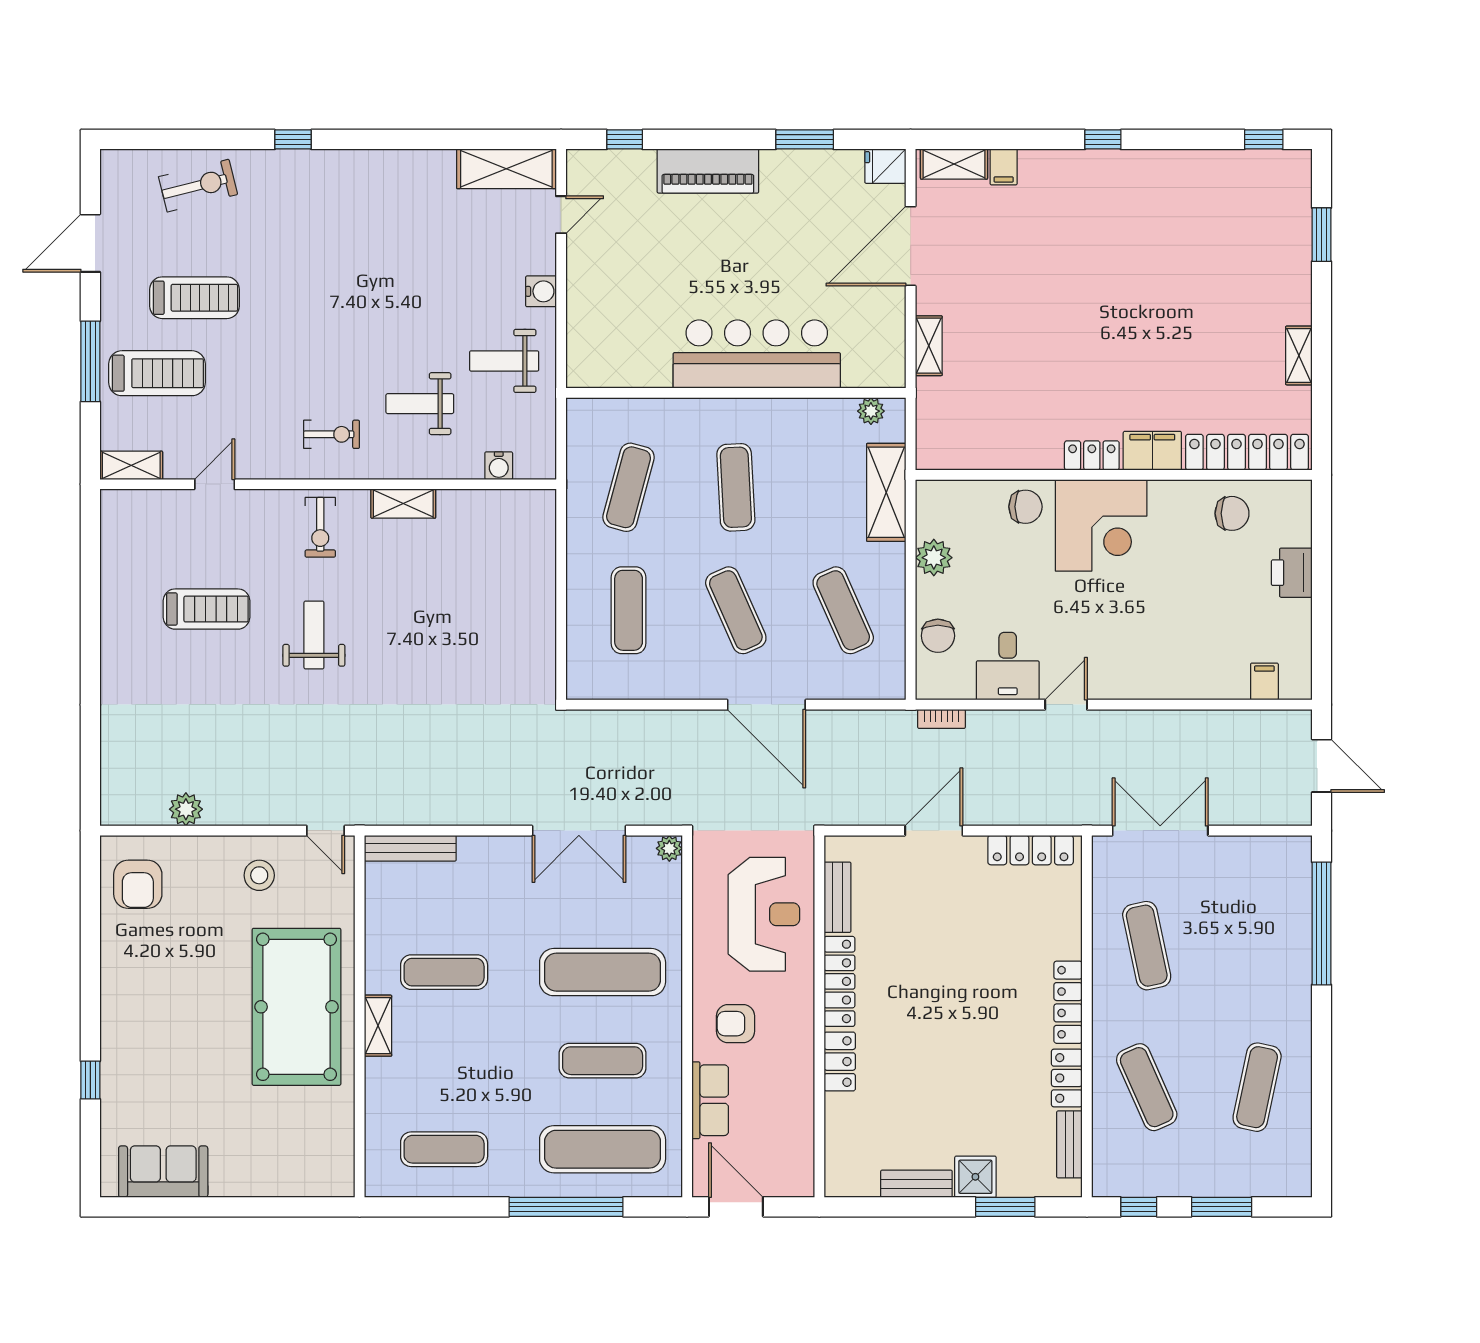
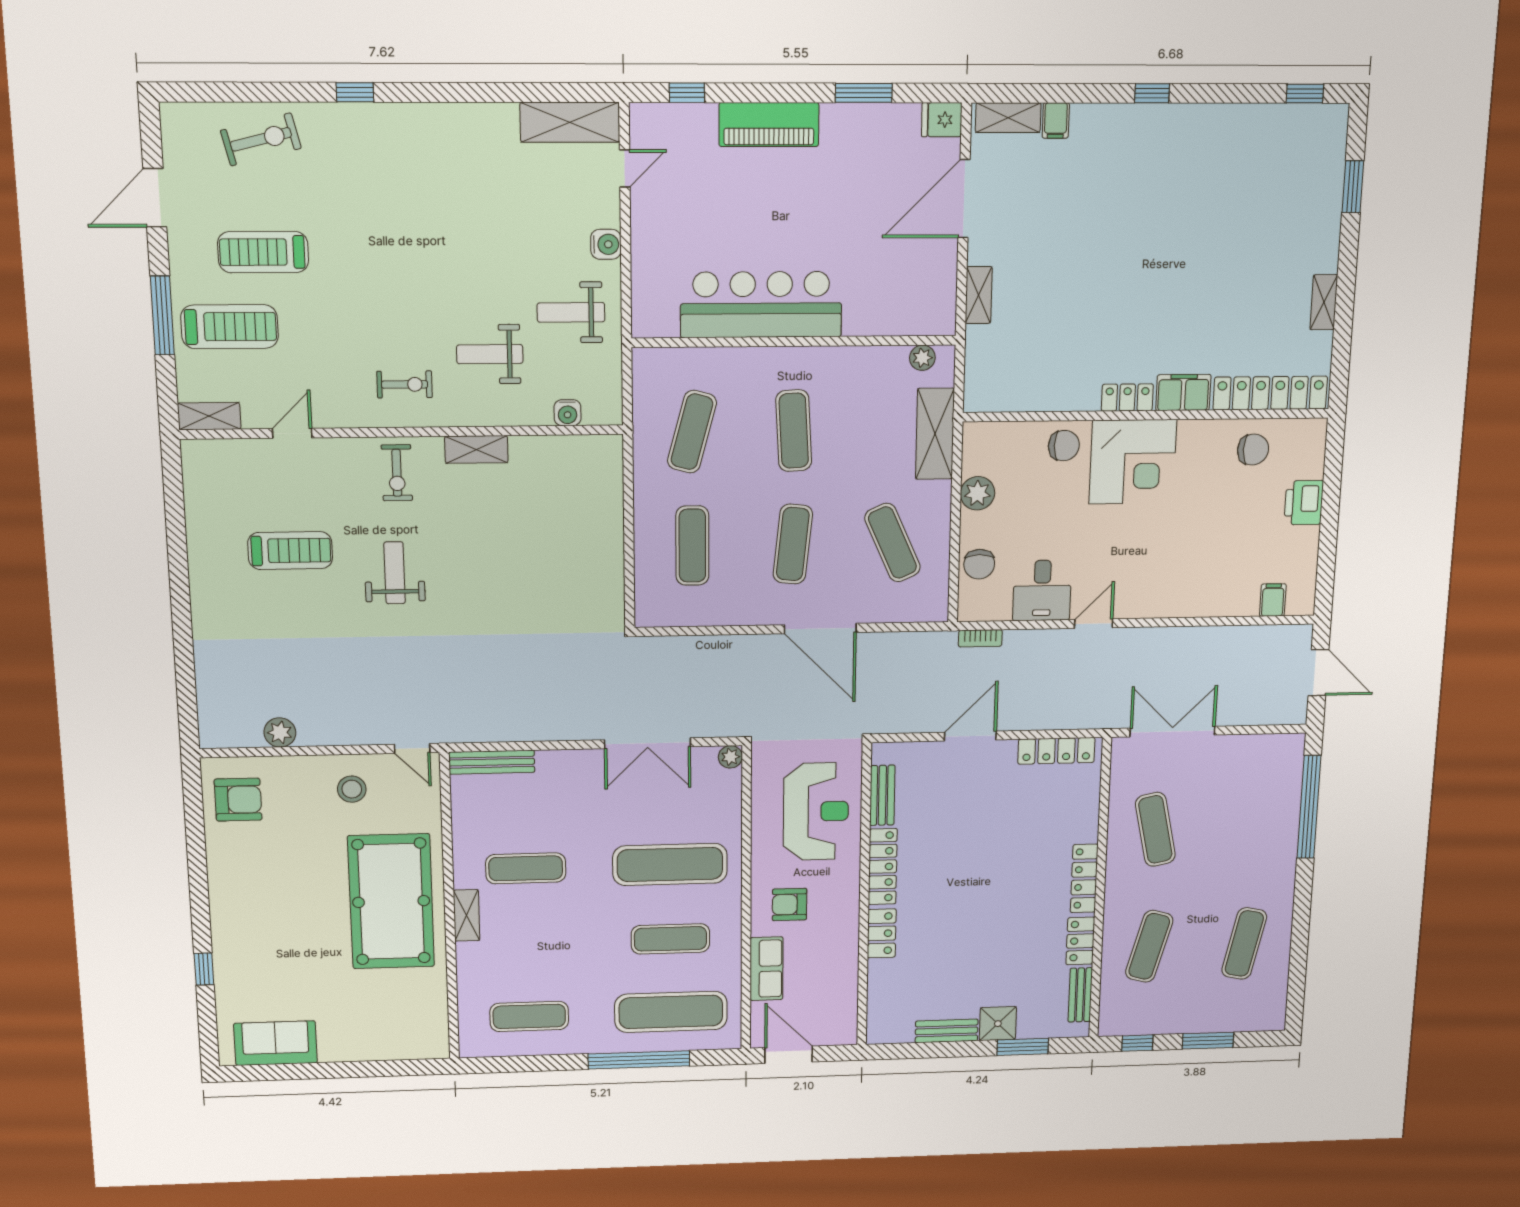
treadmill: (195, 298) -> (263, 252), turned 180
bar counter: (757, 354) -> (761, 305), moved
exercise mat: (736, 610) -> (793, 544), turned 30
armchair: (138, 884) -> (238, 800), turned -90
exercise mat: (1147, 1087) -> (1149, 946), turned 39

